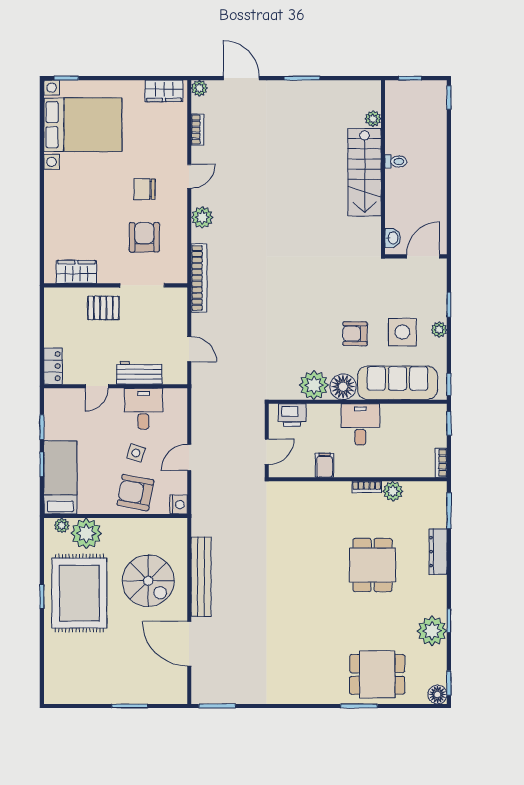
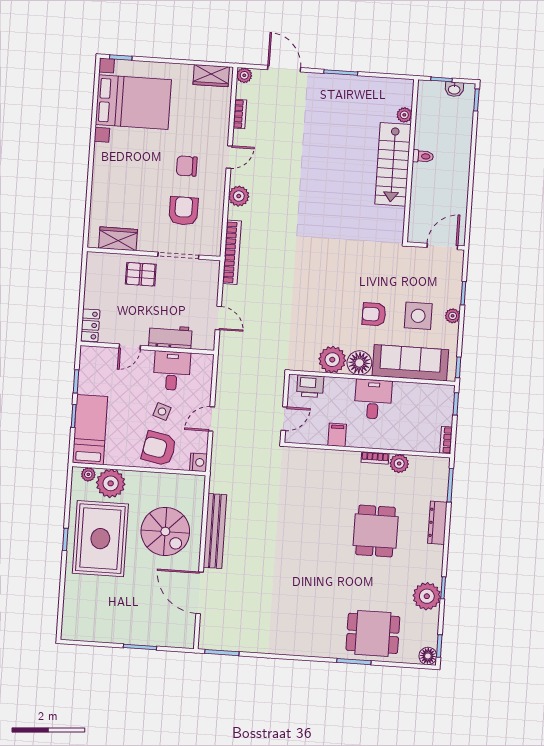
washbasin: (393, 238) -> (454, 89), moved, turned 90

